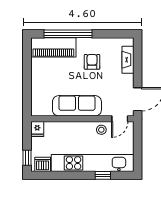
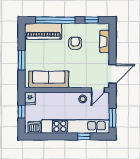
window: (112, 34) -> (92, 20), added
window: (27, 82) -> (22, 60), added
sofa: (77, 106) -> (49, 79), moved
window: (138, 153) -> (113, 118), added
window: (27, 158) -> (22, 112), moved

